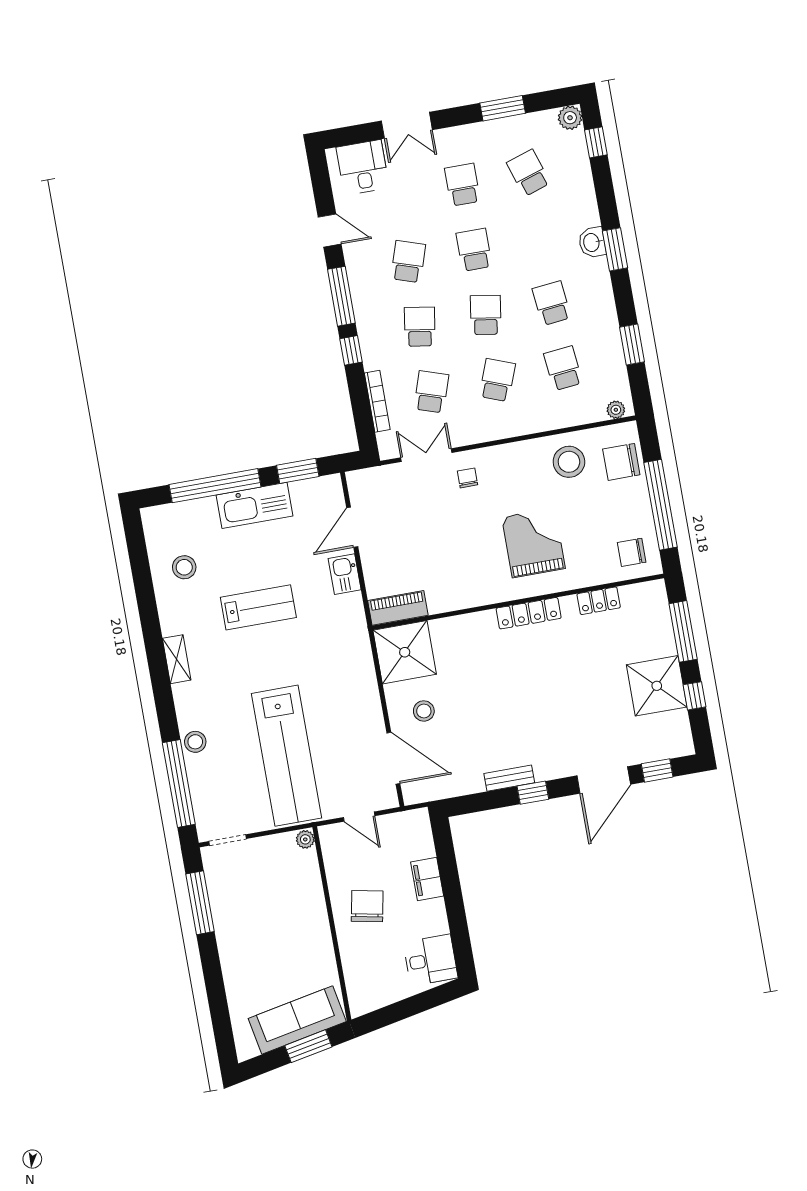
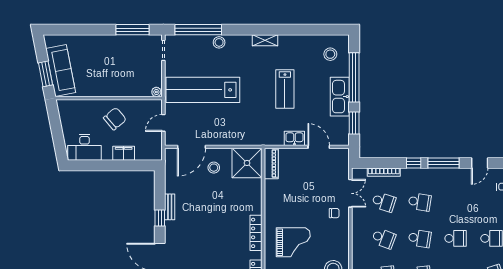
school desk: (408, 262) -> (456, 202), removed
stool: (184, 567) -> (330, 54), moved
chair: (367, 906) -> (115, 119), turned -51
desk: (430, 960) -> (84, 147), width x1.37

